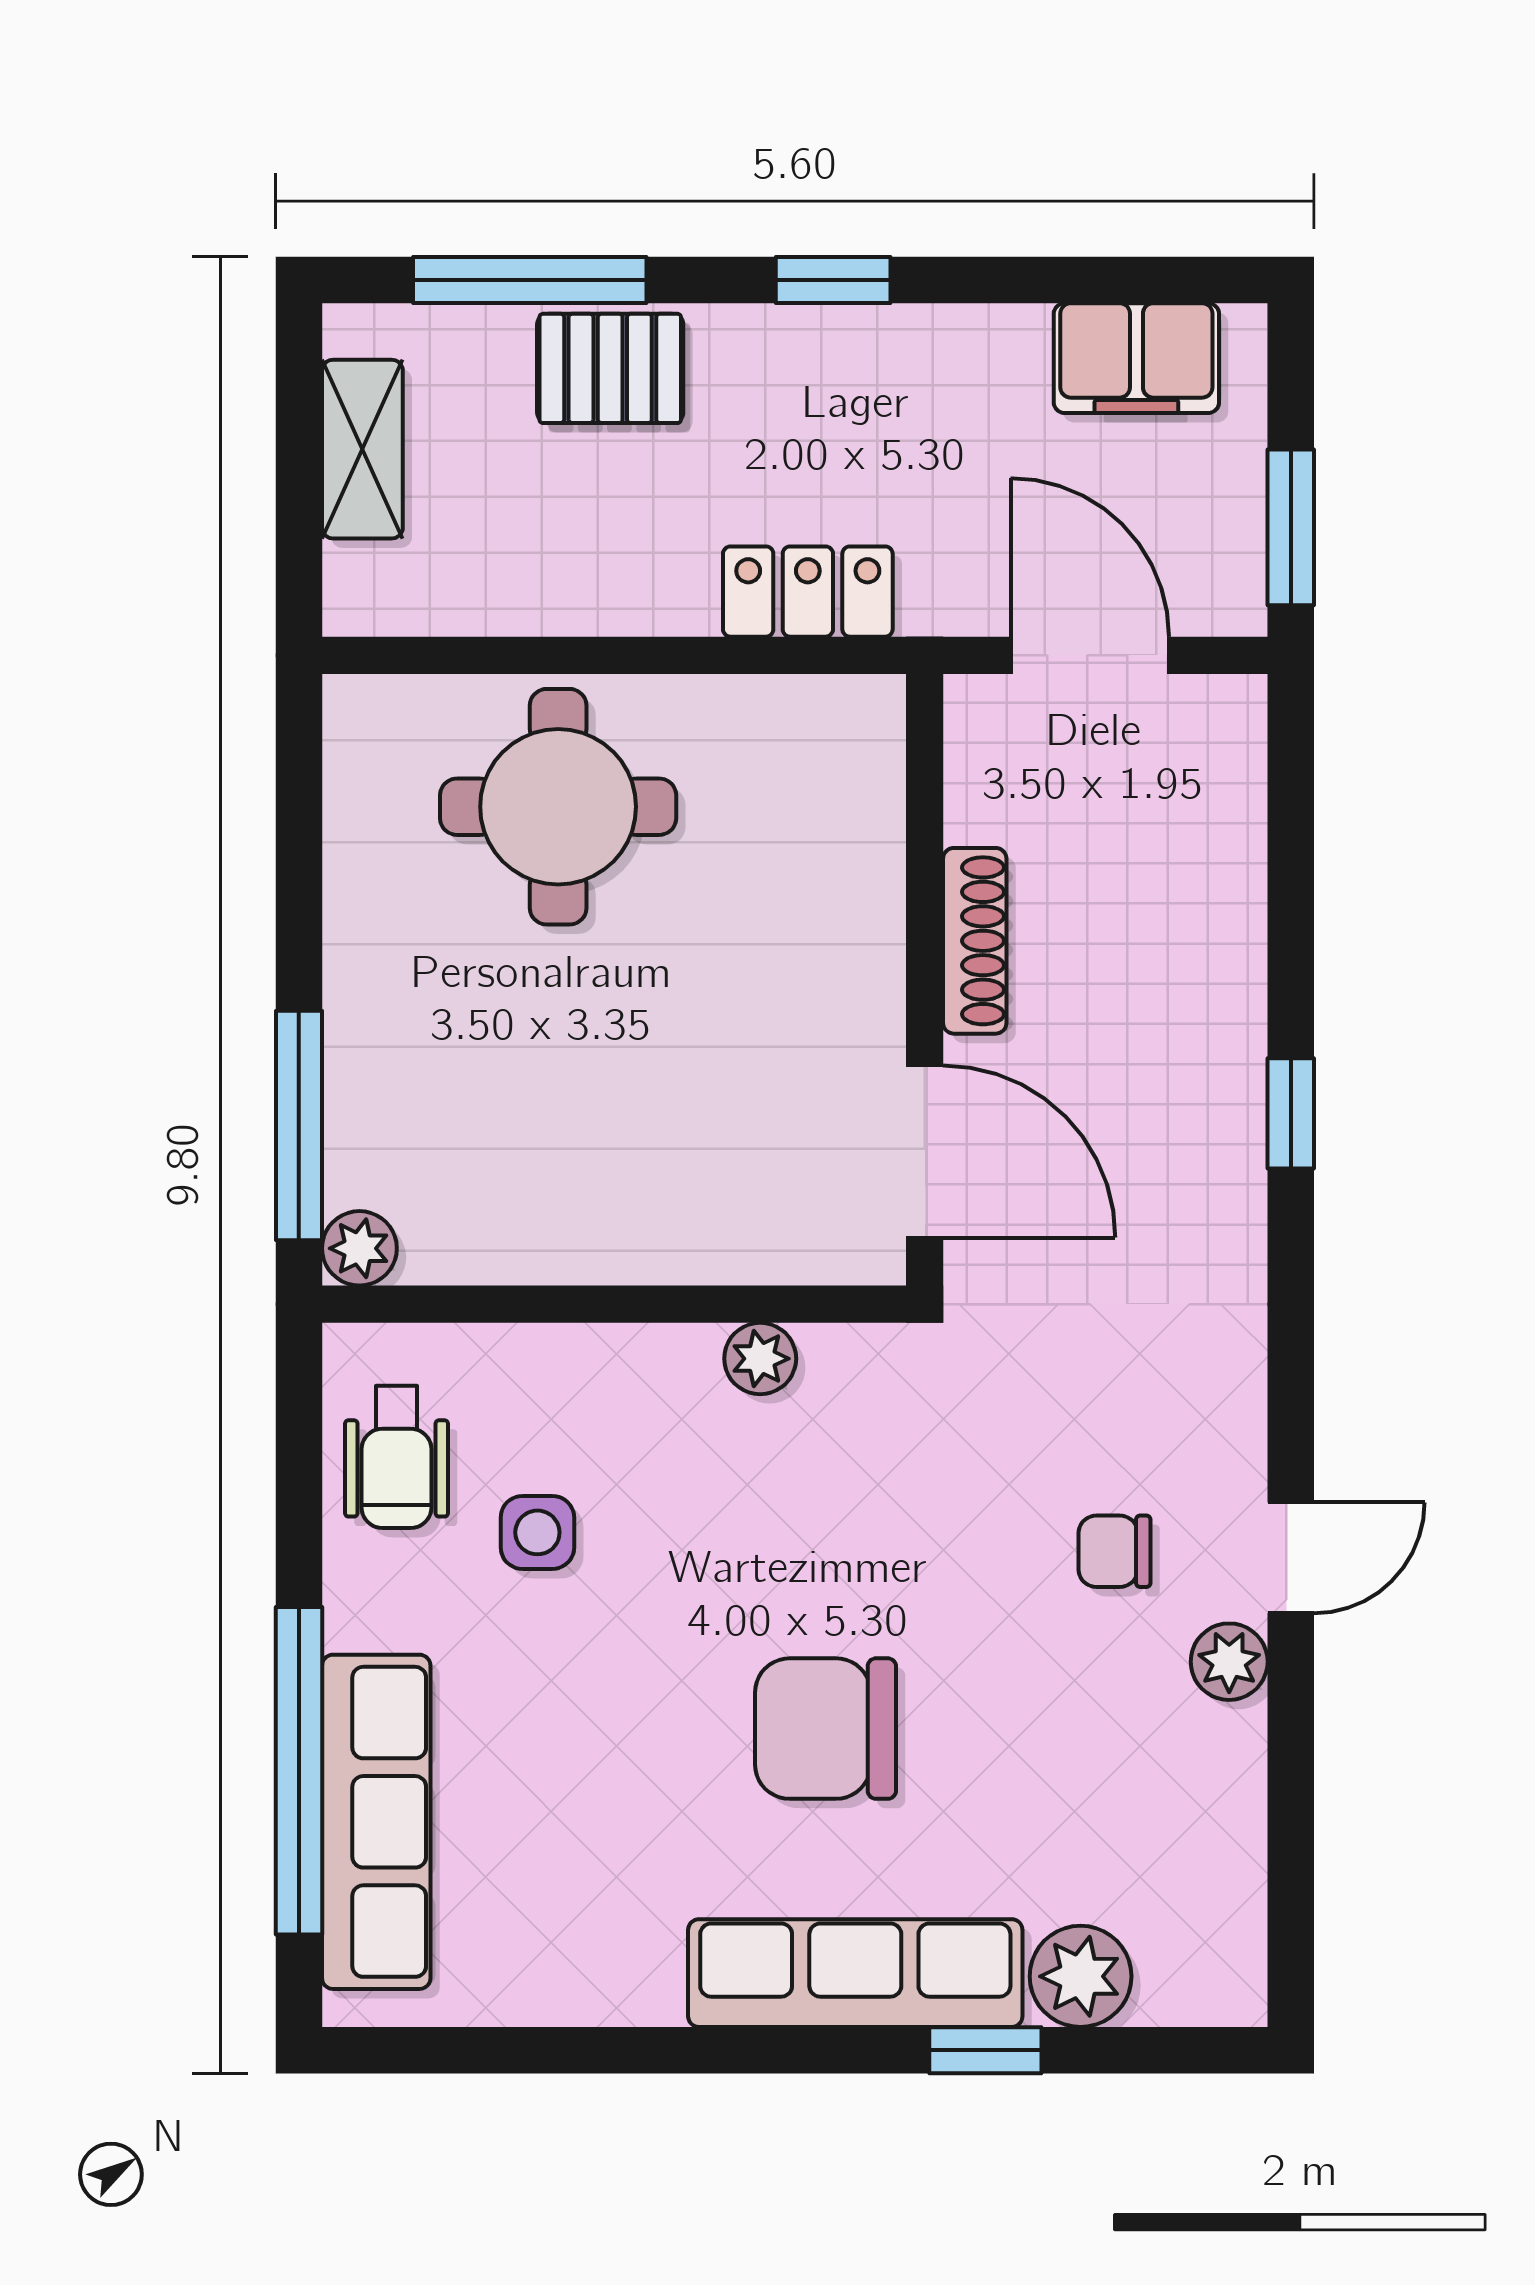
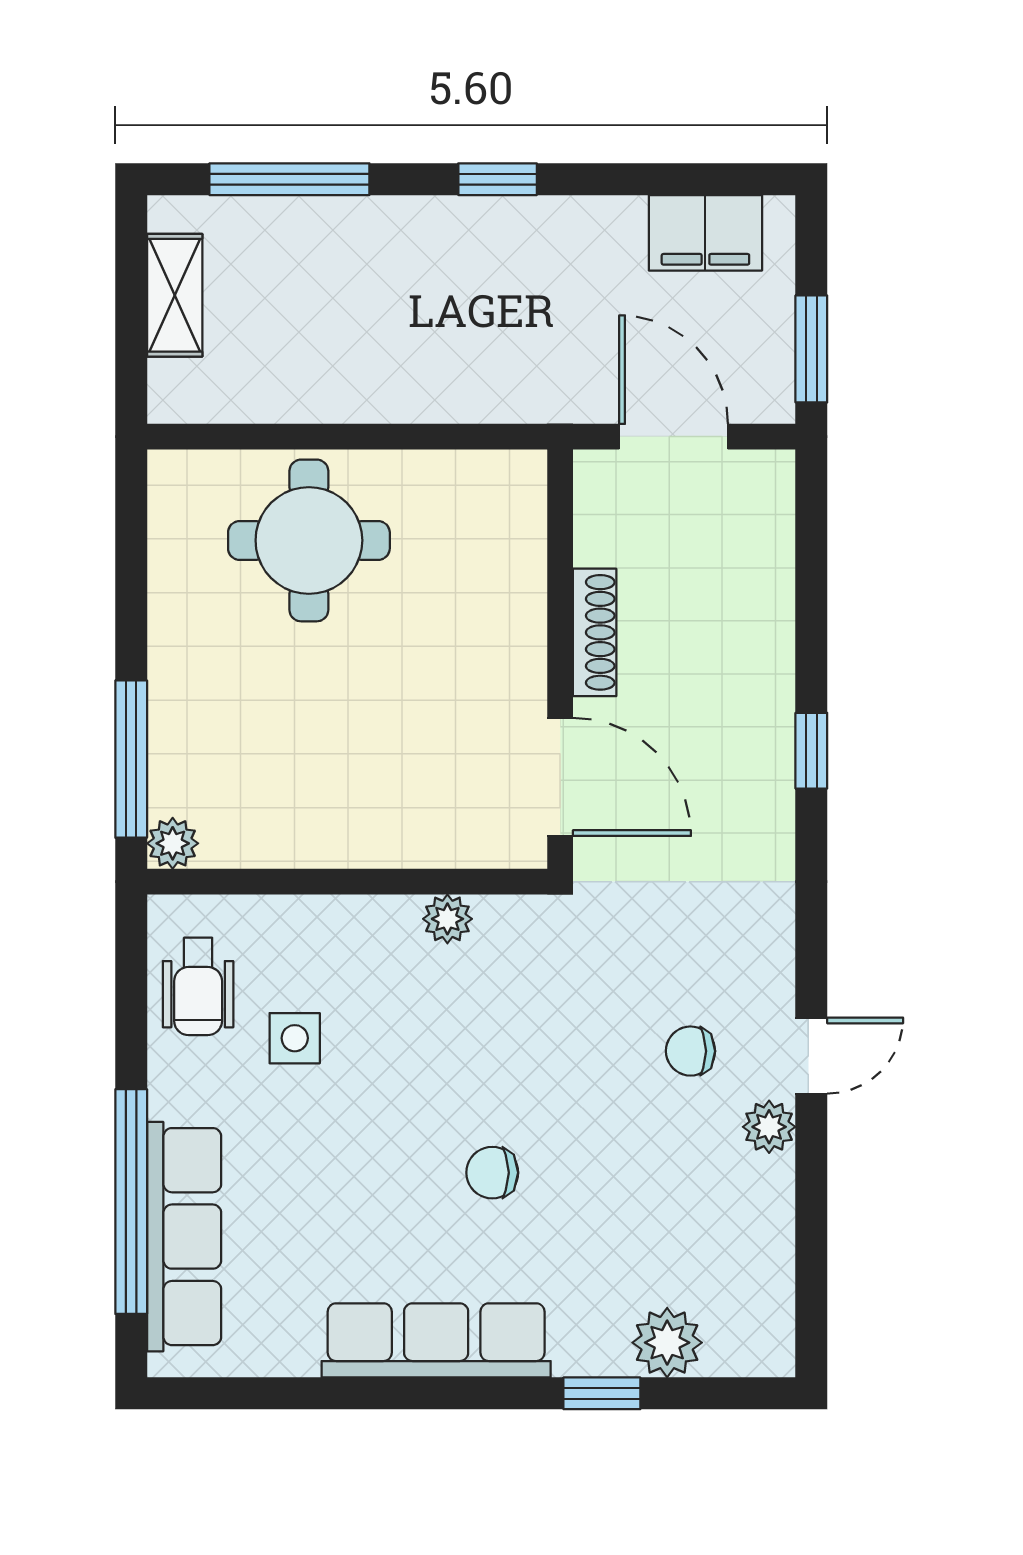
pallet: (610, 368) -> (345, 240), removed
locker: (808, 592) -> (480, 393), removed
chair: (826, 1729) -> (492, 1173), width x0.54, depth x0.54
row of seats: (855, 1973) -> (436, 1340), moved

